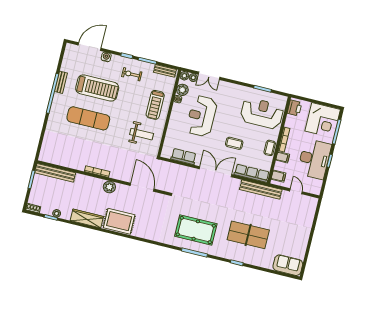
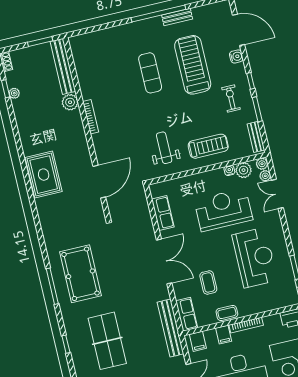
treadmill: (97, 88) -> (193, 65), turned 180
treadmill: (155, 105) -> (208, 146), turned 180
reception desk: (262, 113) -> (255, 258), moved
exercise mat: (88, 118) -> (150, 73), width x0.73, depth x0.69
weight bench: (142, 134) -> (164, 148), turned 180
coffee table: (234, 143) -> (208, 282), moved
row of seats: (252, 173) -> (187, 314), width x0.68
plant: (109, 187) -> (70, 102), moved
wardrobe: (87, 218) -> (27, 133), removed

